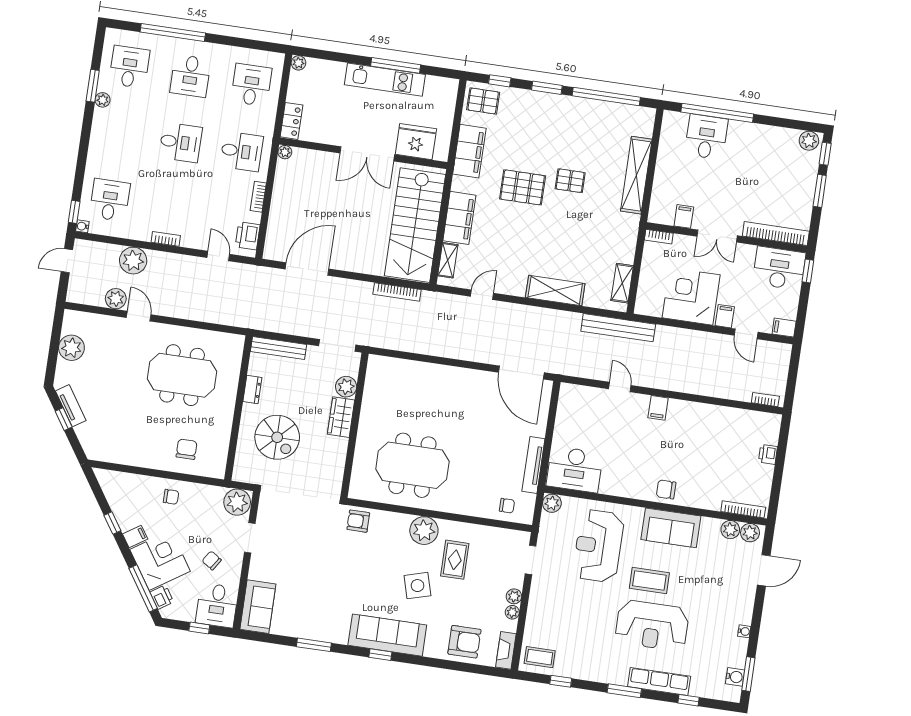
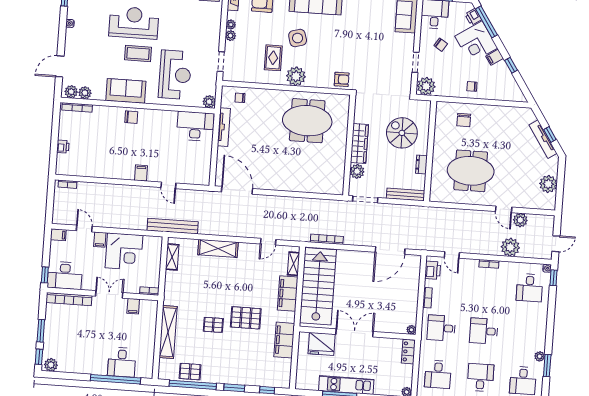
pallet: (483, 101) -> (190, 372), moved
tv unit: (71, 406) -> (543, 139), width x1.41
wardrobe: (341, 417) -> (359, 144), width x1.50

